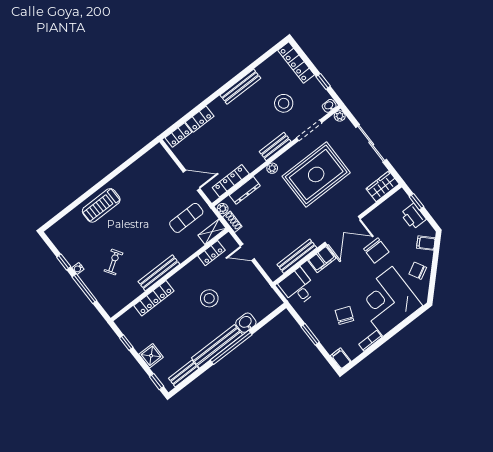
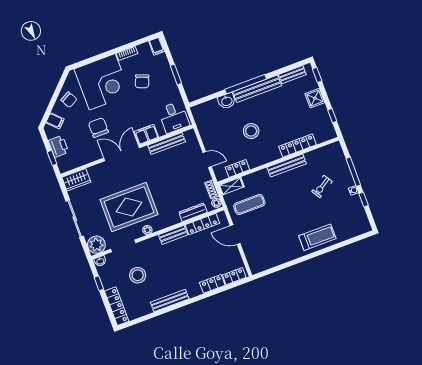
plant: (340, 116) -> (96, 245), width x1.88, depth x1.88
bench: (275, 147) -> (173, 235), moved
plant: (272, 168) -> (147, 230), moved

